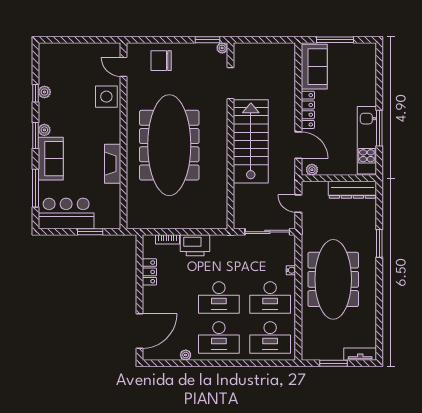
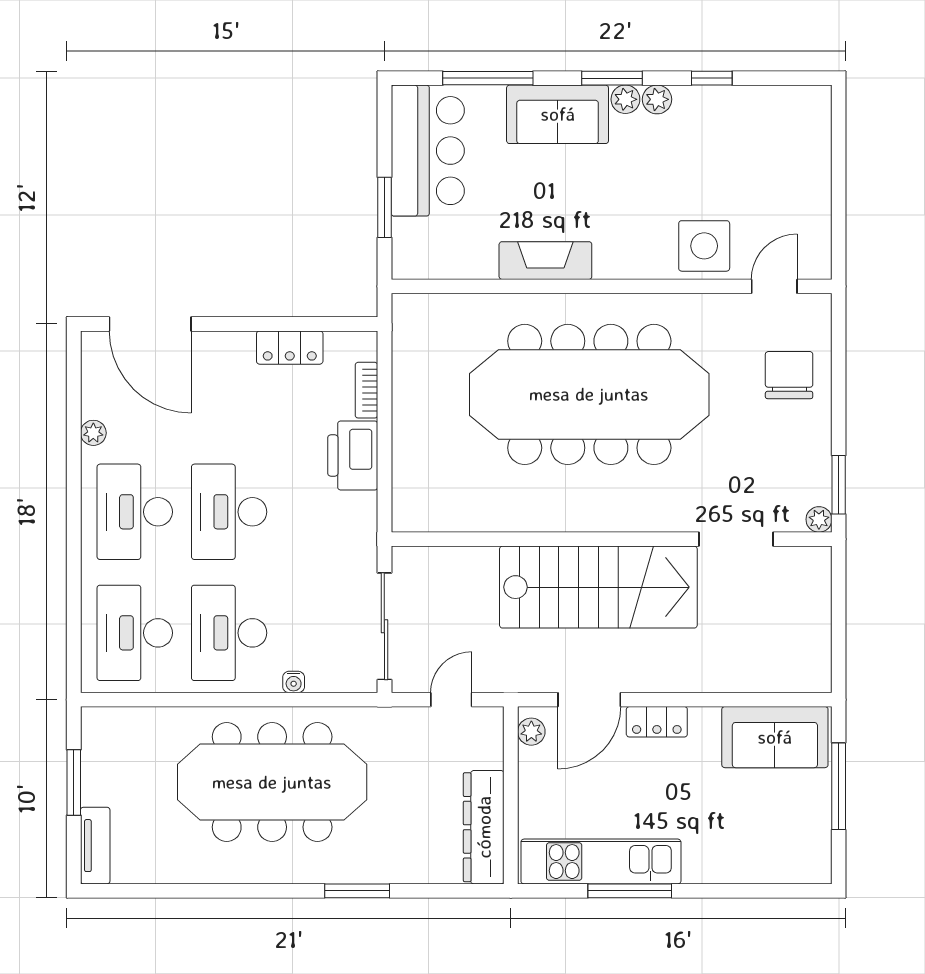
plant: (44, 92) -> (657, 99), moved
locker: (308, 110) -> (657, 722), width x0.66

